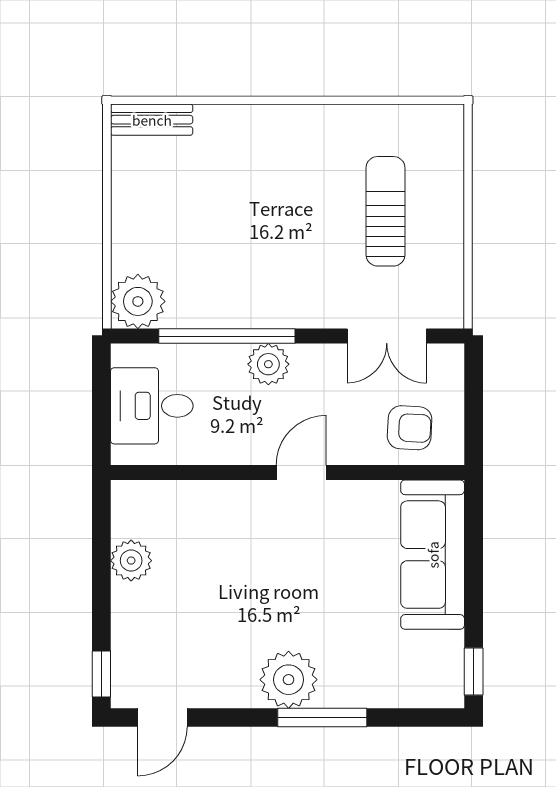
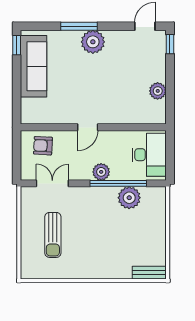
plant: (138, 301) -> (129, 198), moved
desk: (152, 406) -> (149, 155), width x1.37
sofa: (433, 555) -> (33, 66), moved

